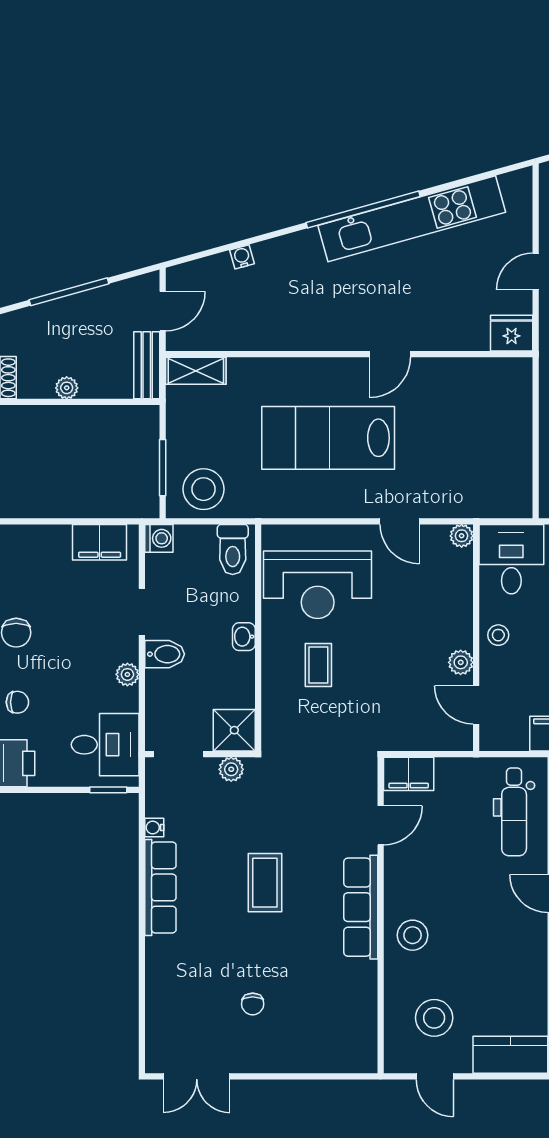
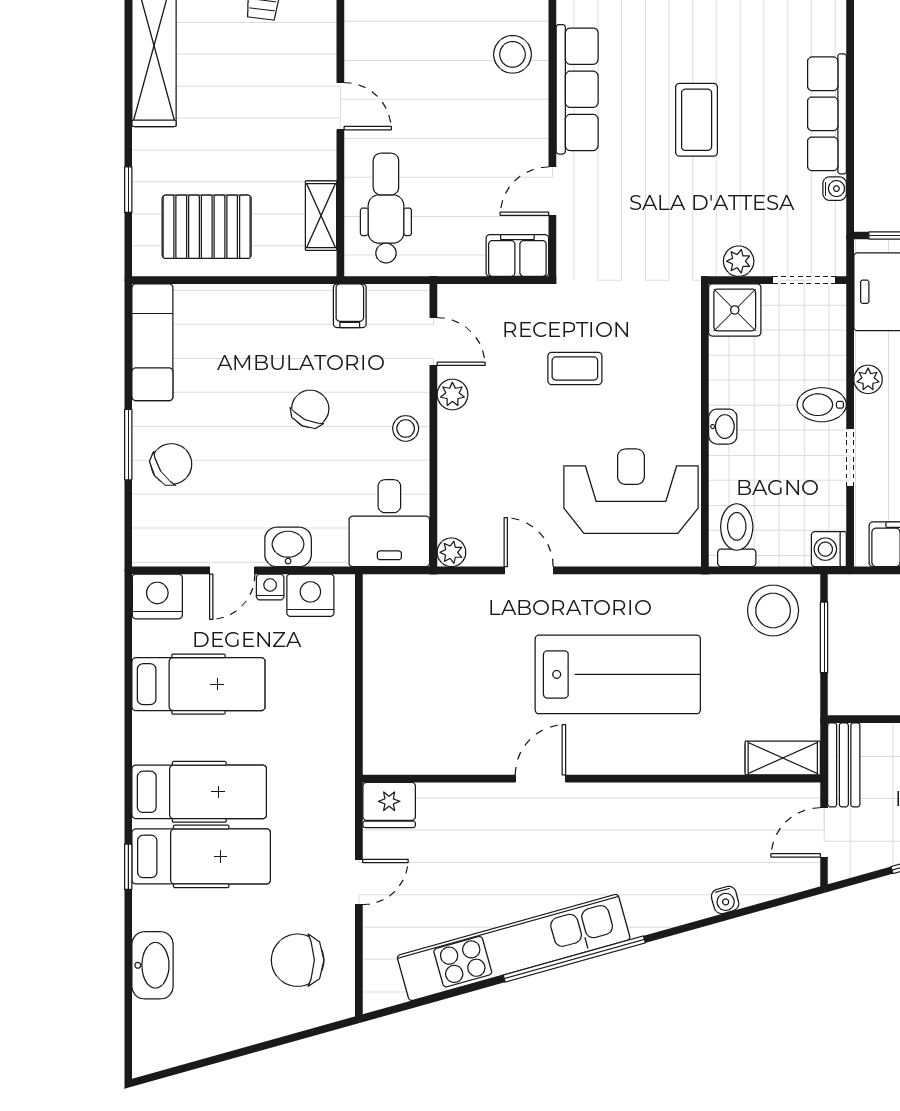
coffee table: (318, 665) -> (575, 368), moved, turned 90

